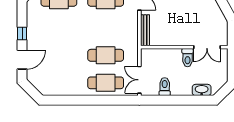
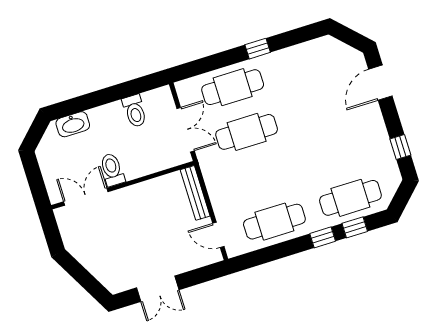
window: (22, 33) -> (400, 147), moved
double door: (139, 80) -> (186, 130), moved
window: (85, 100) -> (258, 49), added

